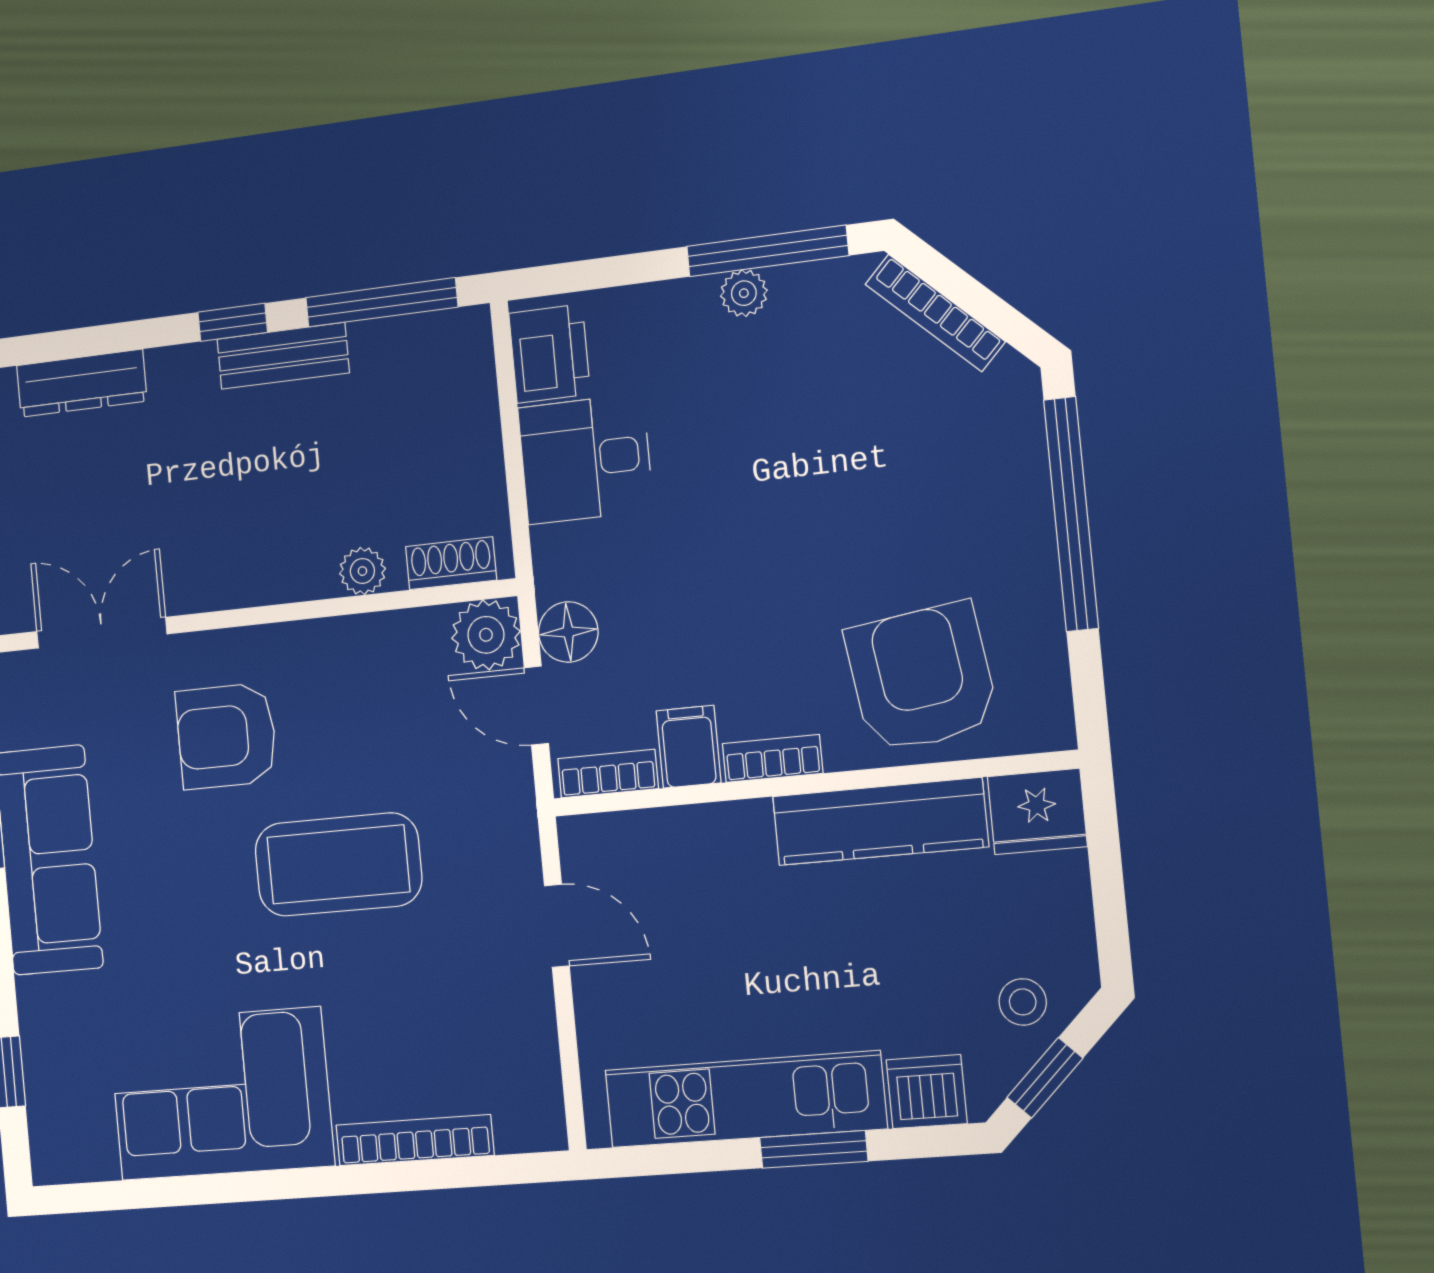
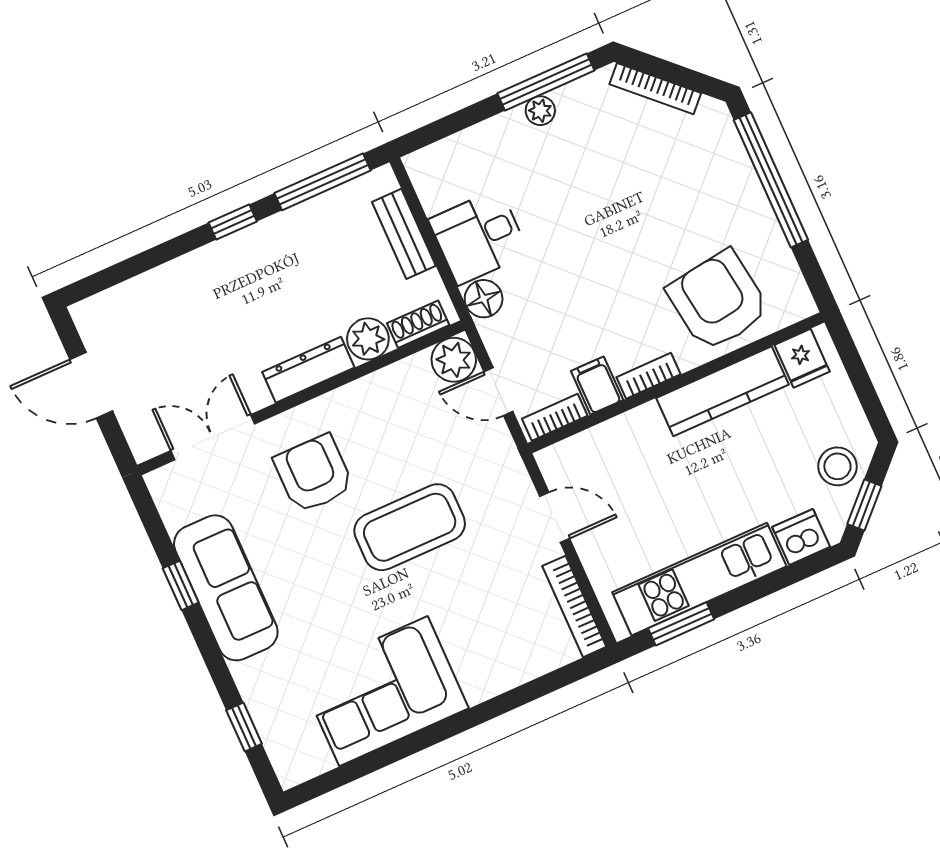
printer: (550, 354) -> (436, 181), removed
bench: (283, 356) -> (404, 234), moved, turned 90
dresser: (82, 383) -> (308, 370), moved, turned 180
plant: (362, 571) -> (368, 339), width x1.38, depth x1.38
floor lamp: (568, 632) -> (484, 299), moved
armchair: (226, 736) -> (314, 474), turned 90
fridge: (1037, 811) -> (802, 358), width x0.72
stool: (1023, 1002) -> (837, 466), width x1.37, depth x1.37
bookcase: (415, 1140) -> (574, 606), moved, turned -90
window: (814, 1149) -> (681, 624), moved

